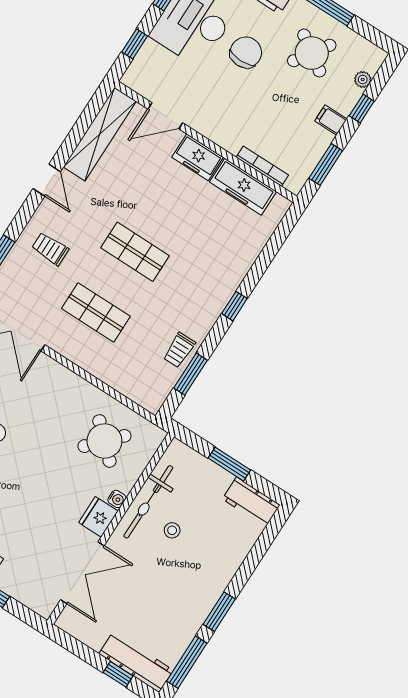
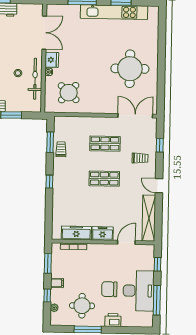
chair: (246, 52) -> (109, 289), turned 90
round table: (312, 53) -> (82, 306), turned -34
double door: (82, 573) -> (44, 33), swing flipped

